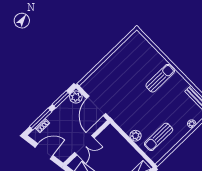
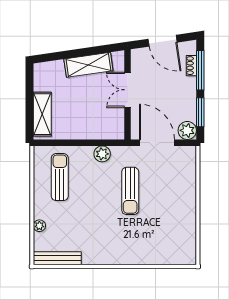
sun lounger: (160, 78) -> (130, 191), moved
plant: (136, 136) -> (102, 154), moved
door: (44, 151) -> (163, 41), hinge flipped

